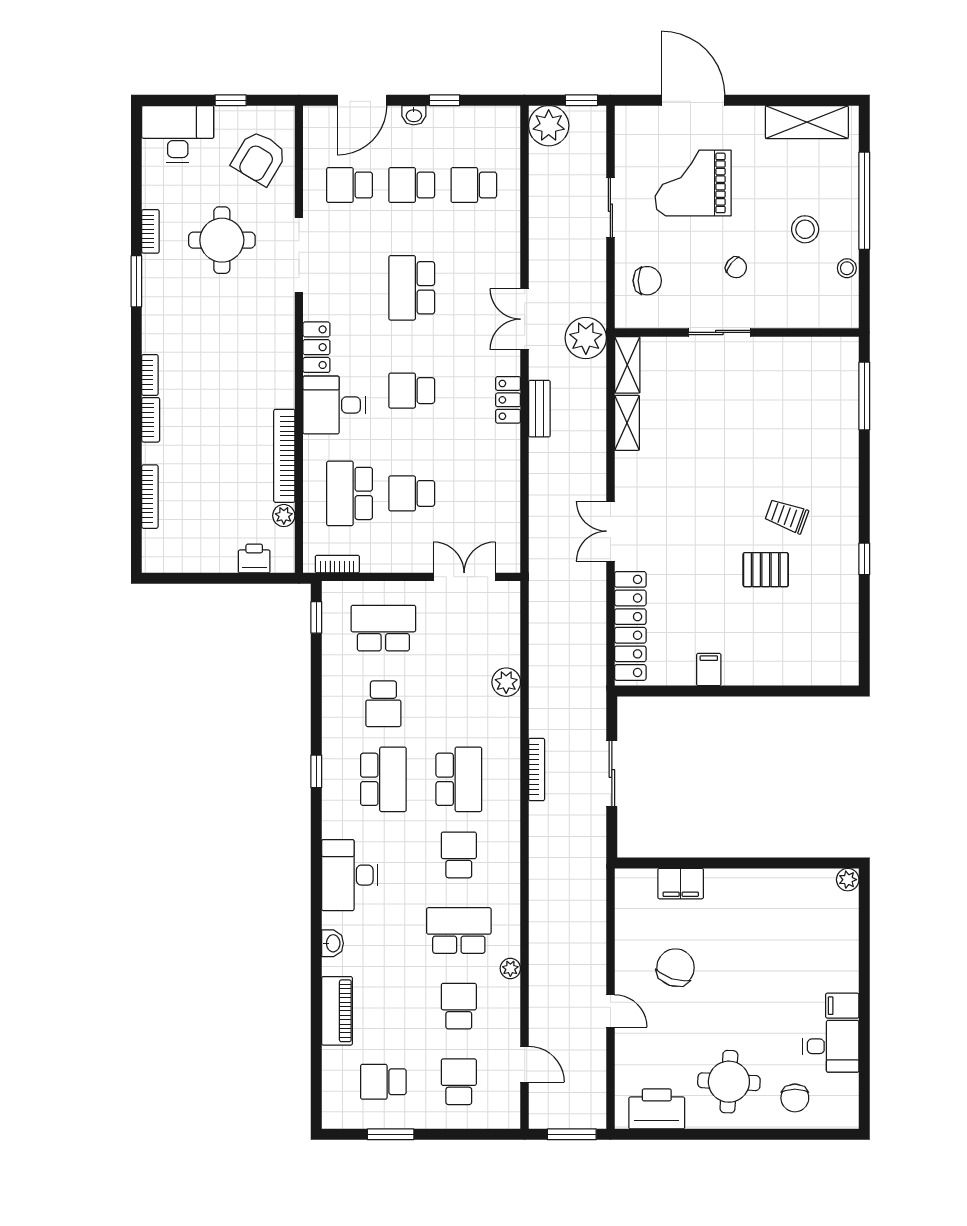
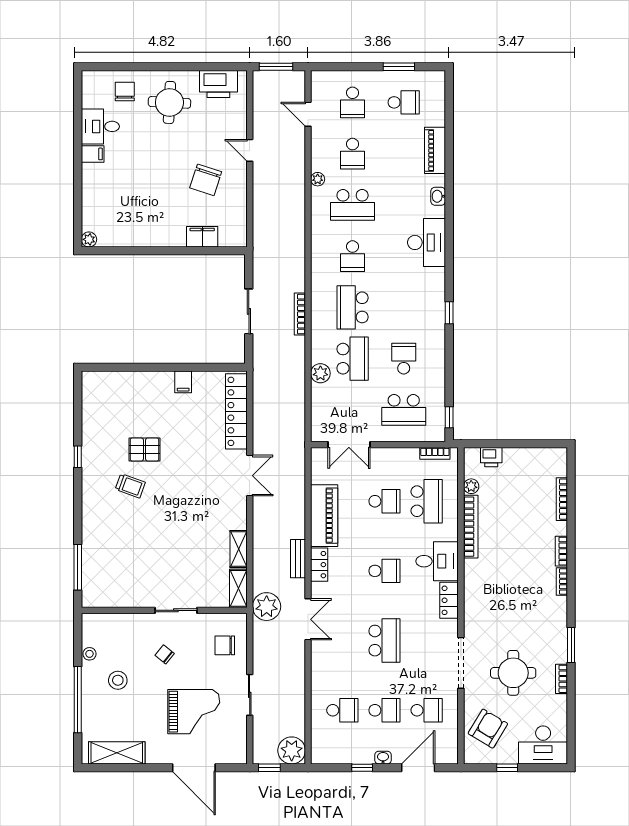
piano: (501, 472) -> (324, 516), added
school desk: (383, 779) -> (353, 359), moved, turned 180

